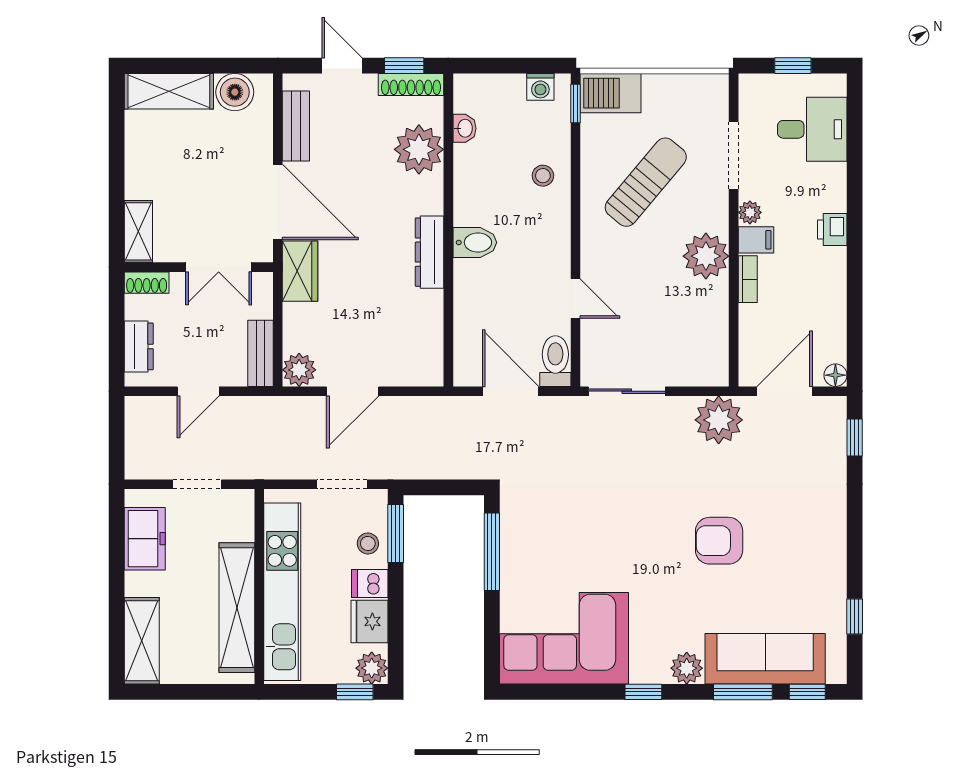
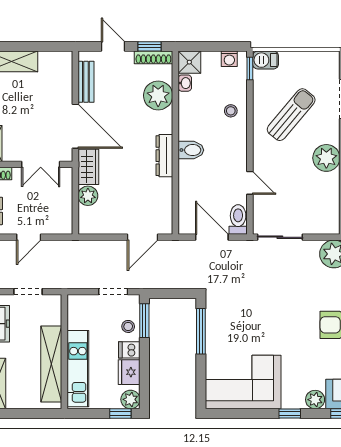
boiler: (235, 92) -> (50, 62), removed
shower: (472, 92) -> (189, 62), added
barbecue: (611, 93) -> (266, 60), width x0.73, depth x0.79
bench: (260, 353) -> (65, 215), removed
plant: (299, 370) -> (88, 196), moved
door: (353, 391) -> (143, 237), moved
kitchen unit: (282, 592) -> (78, 369), width x0.73

